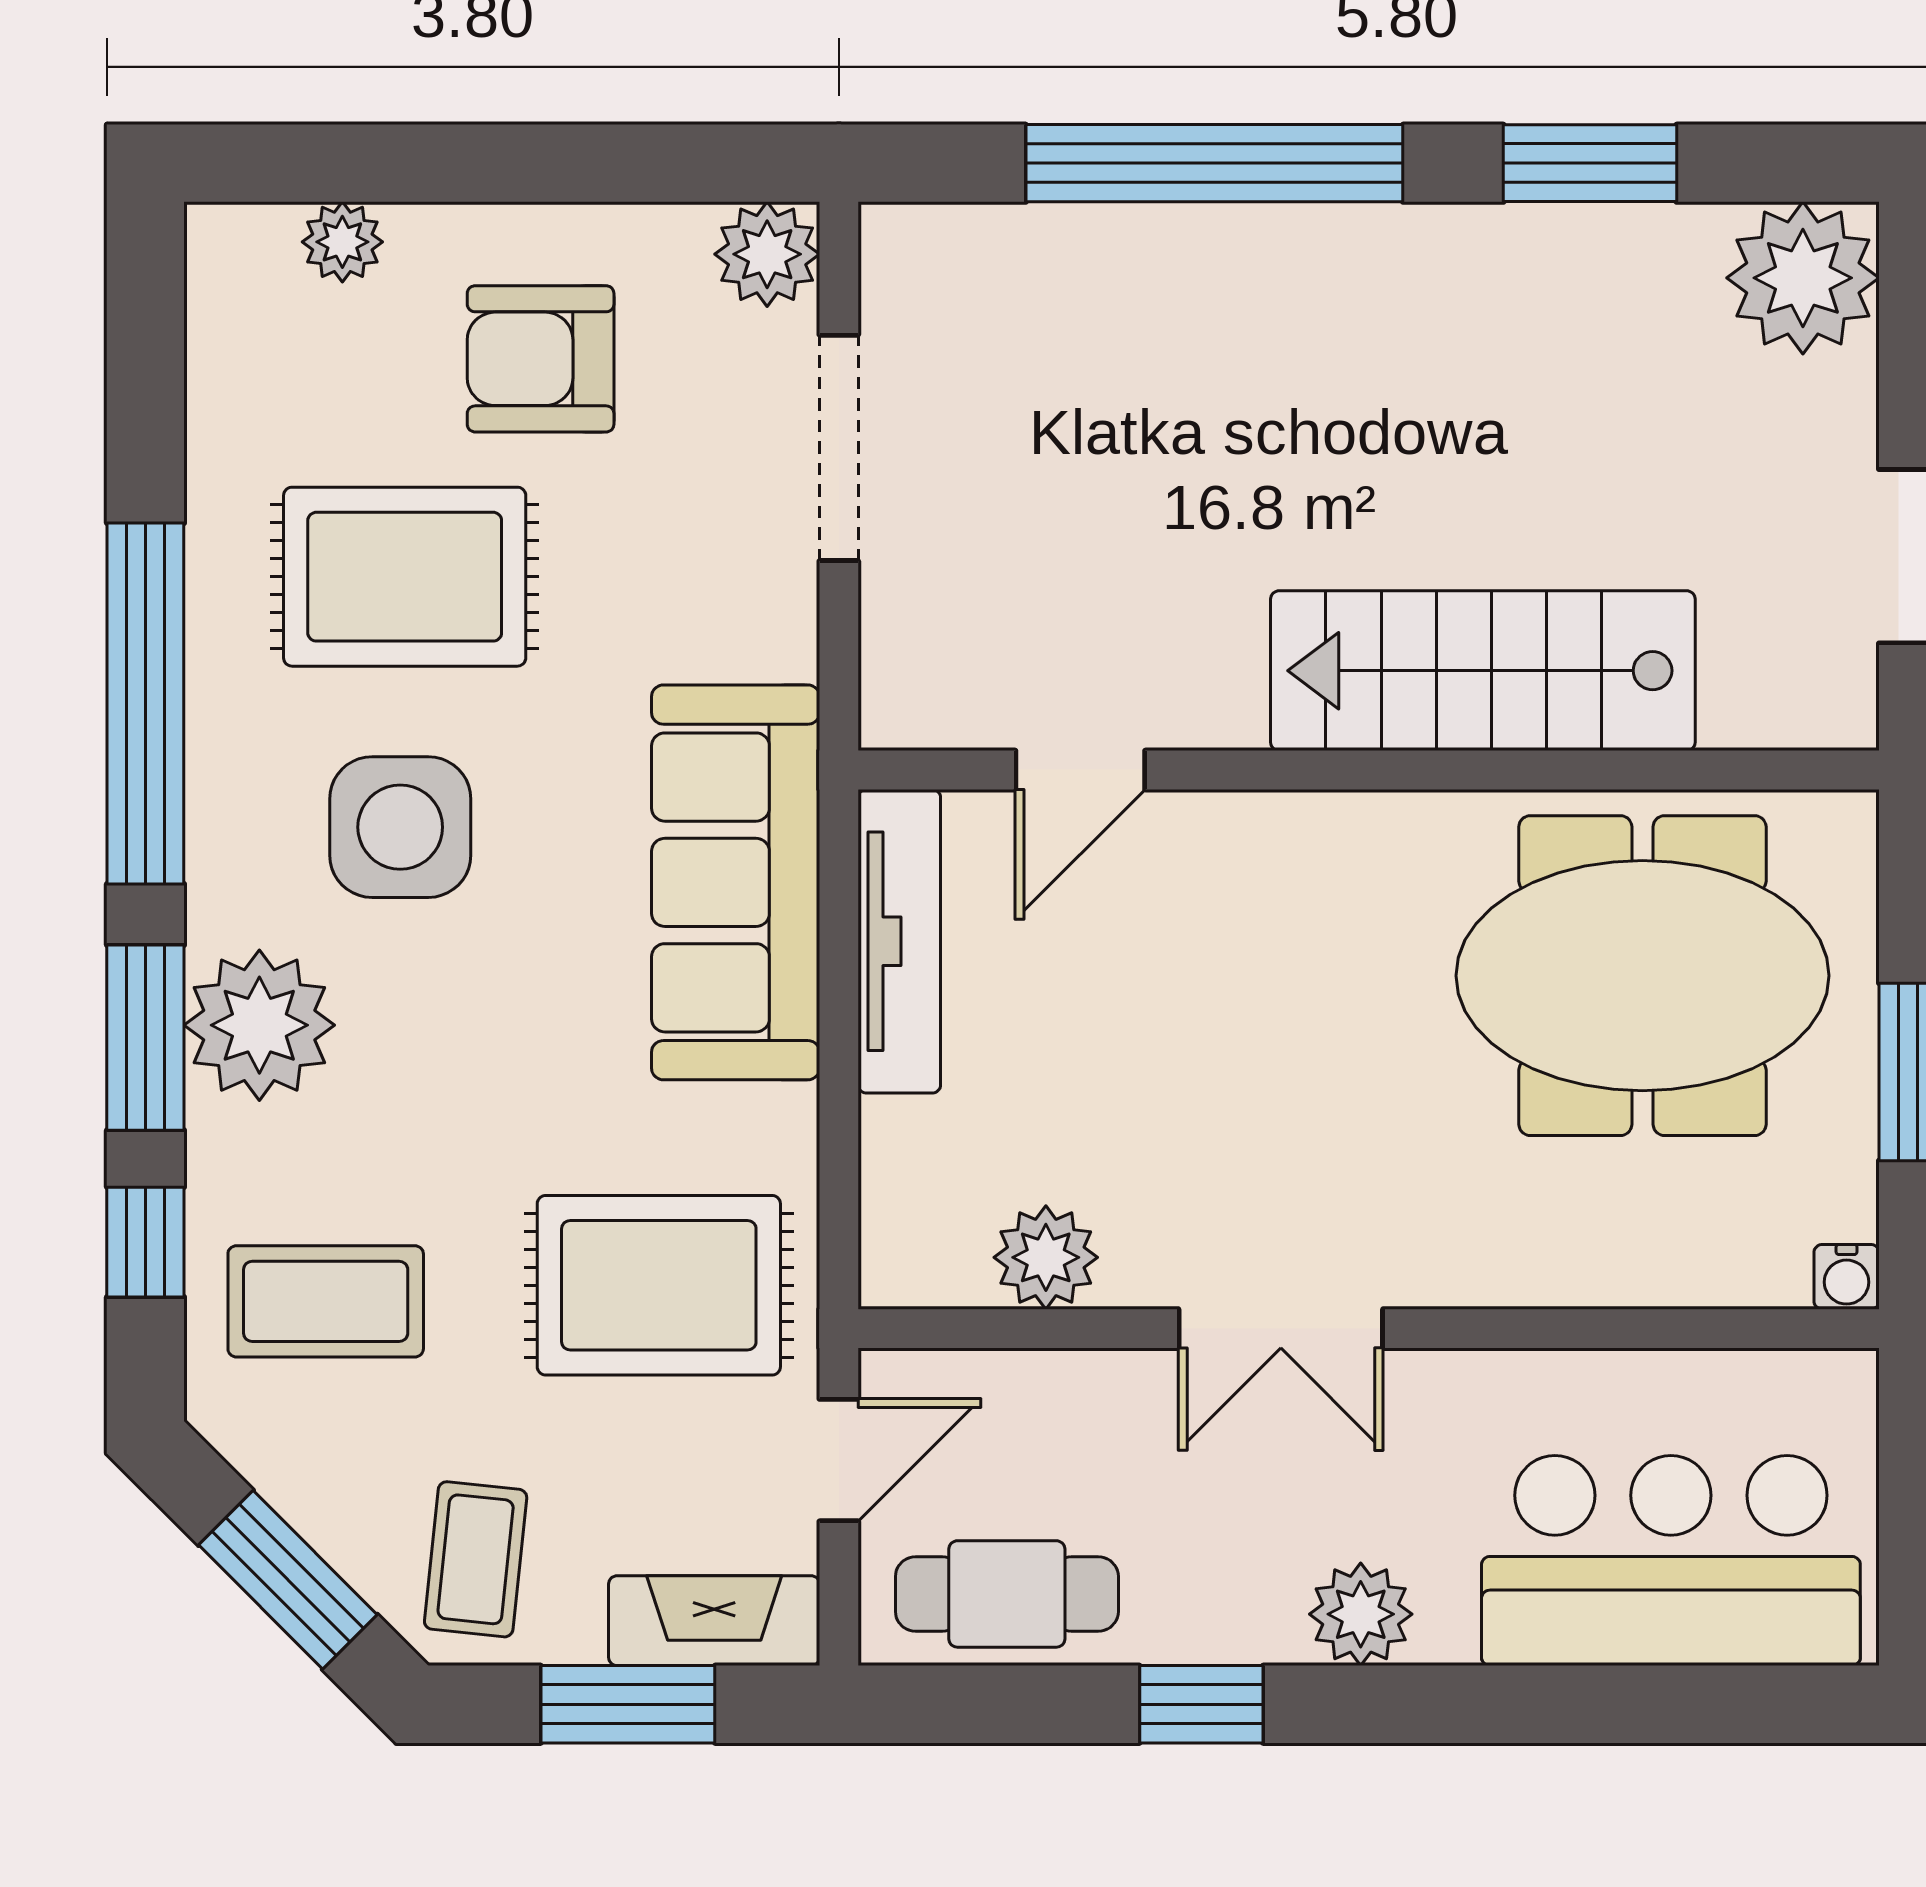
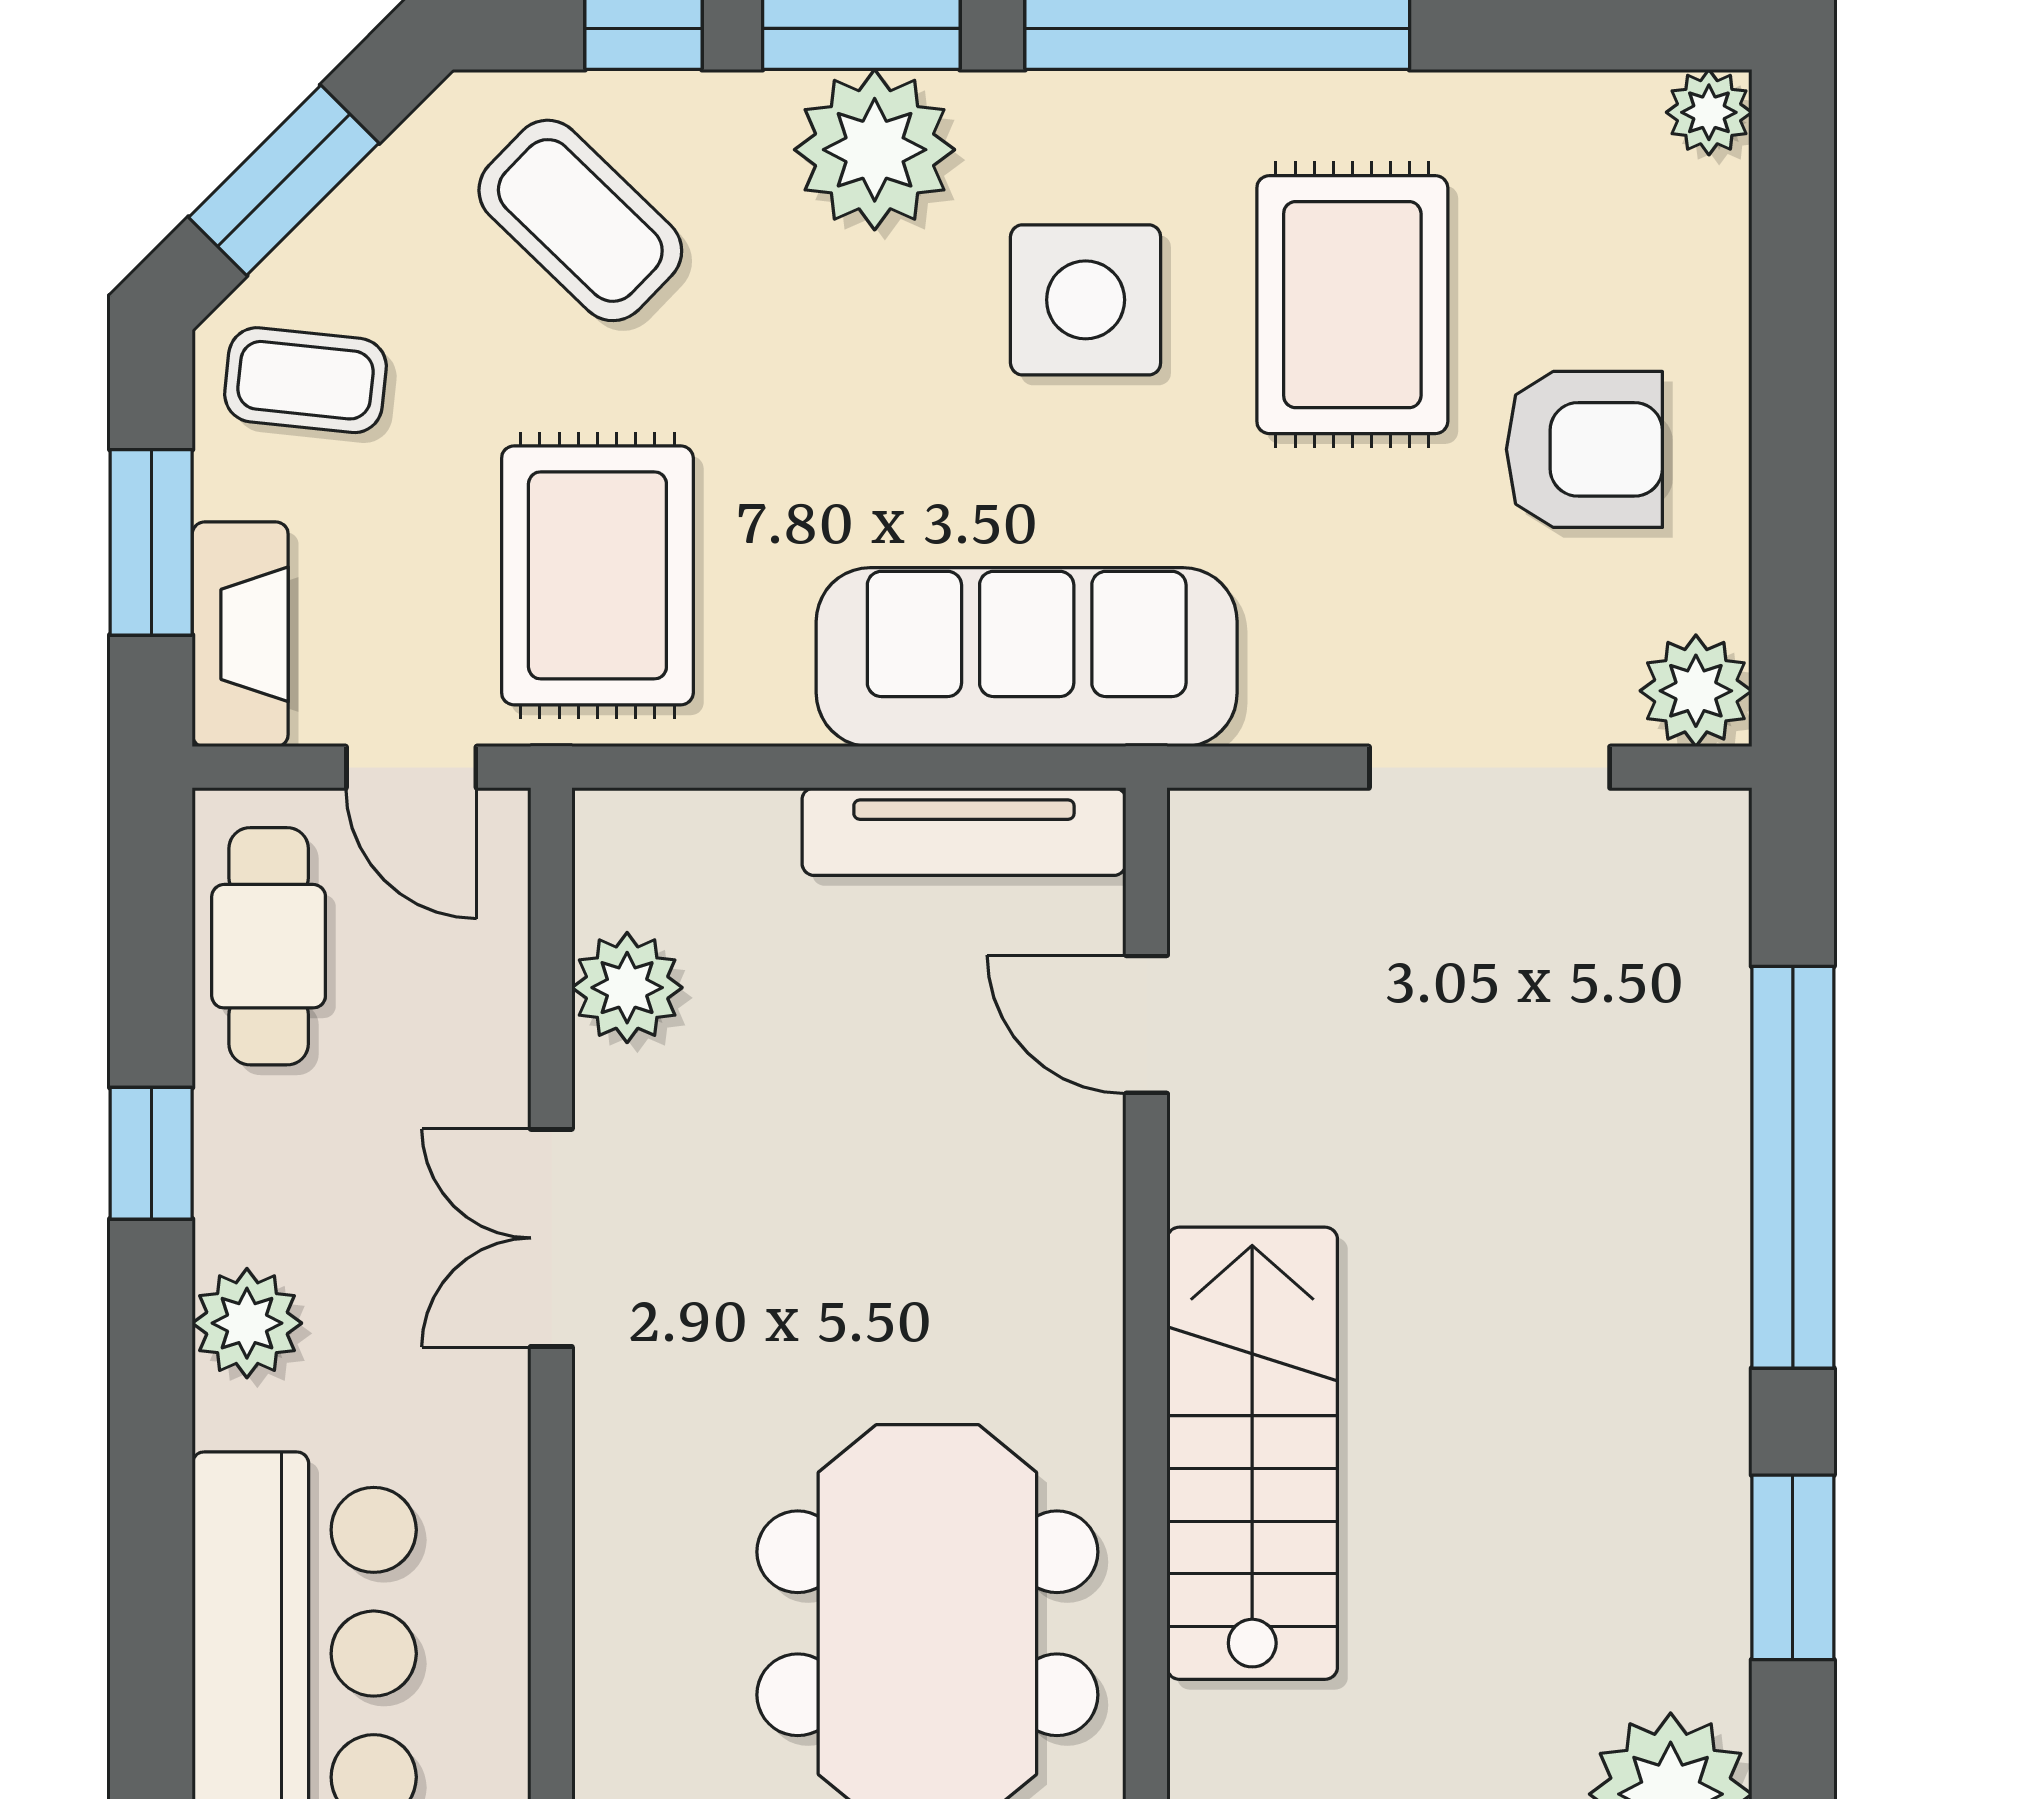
plant: (342, 242) -> (1709, 112), moved
armchair: (541, 359) -> (1584, 449), turned 90
coffee table: (326, 1301) -> (580, 220), turned -46

